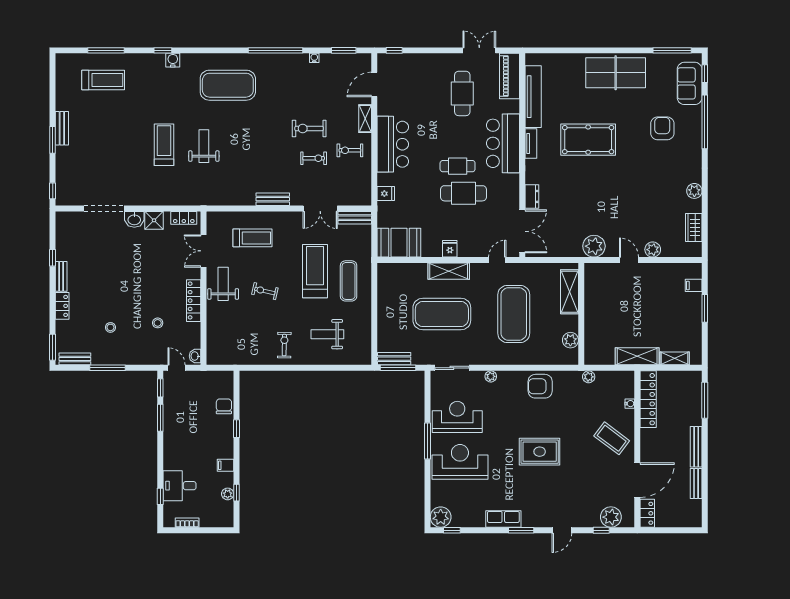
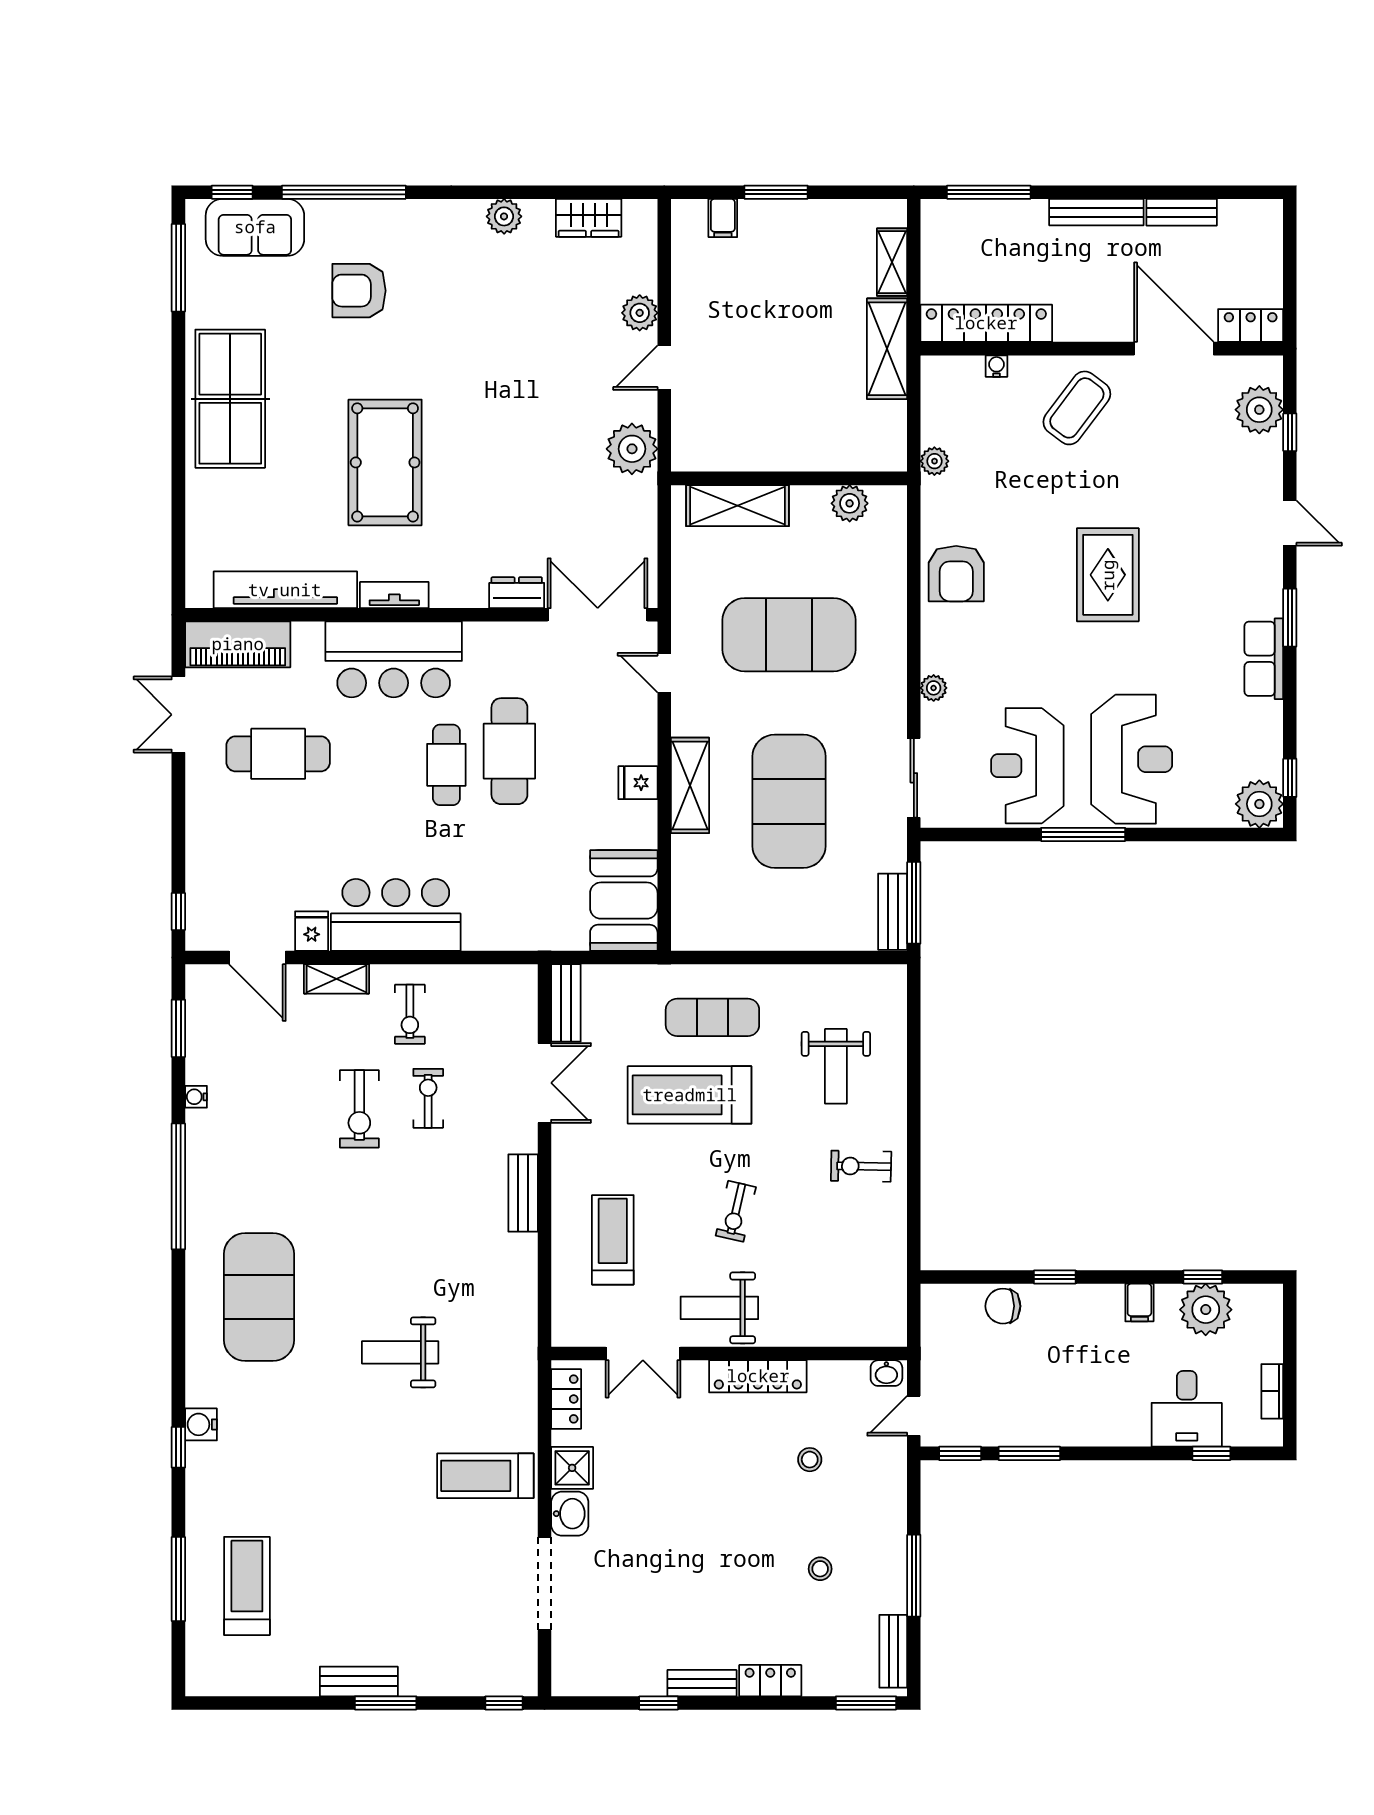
treadmill: (164, 145) -> (485, 1476), moved
fridge: (386, 194) -> (312, 931), moved
reception desk: (460, 462) -> (1132, 759), turned 180
plant: (228, 494) -> (1206, 1310), width x1.87, depth x1.87

